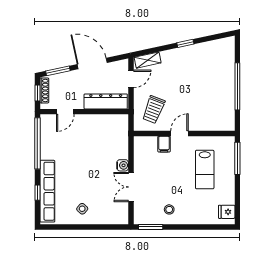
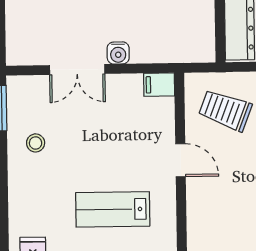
filing cabinet: (164, 144) -> (159, 85), moved
double door: (131, 187) -> (77, 70), swing flipped

